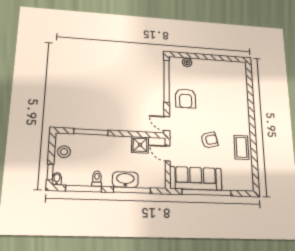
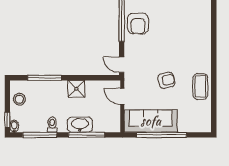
armchair: (186, 98) -> (138, 23), moved
shower: (140, 145) -> (76, 89), moved

